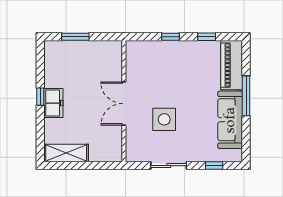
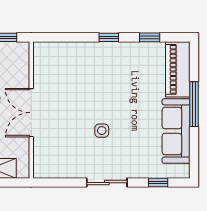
wall: (124, 101) -> (31, 110), moved
double door: (124, 104) -> (31, 113), moved
side table: (164, 119) -> (102, 131), width x0.54, depth x0.54

